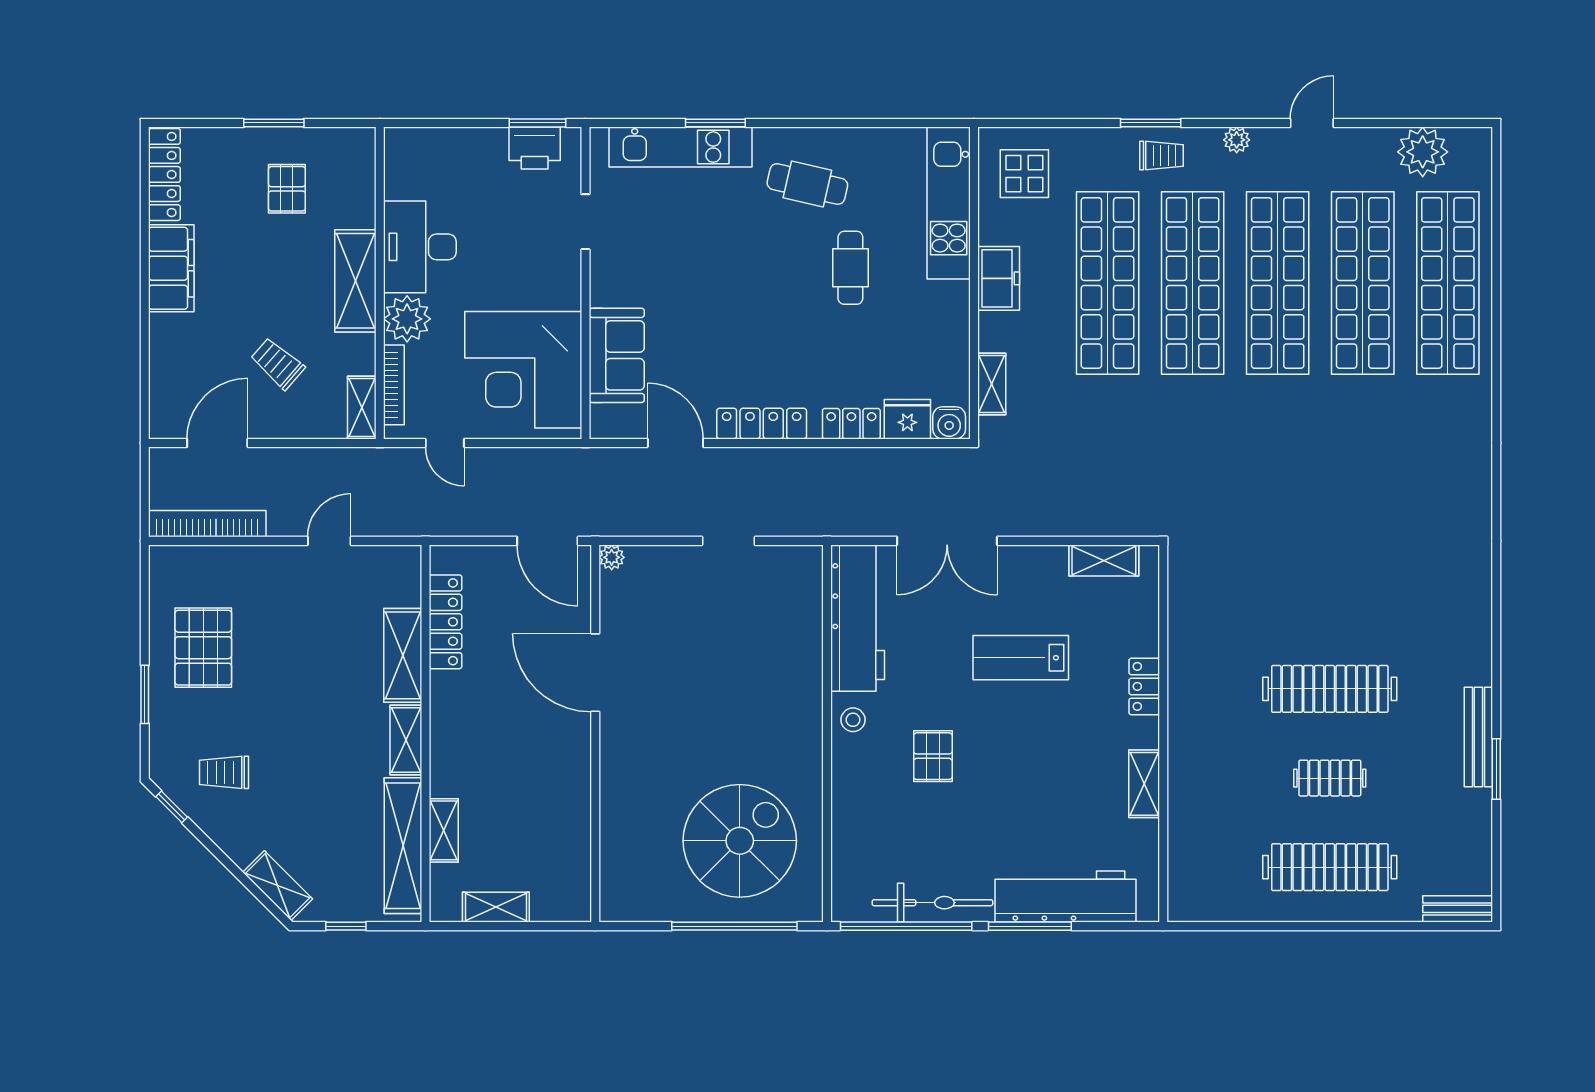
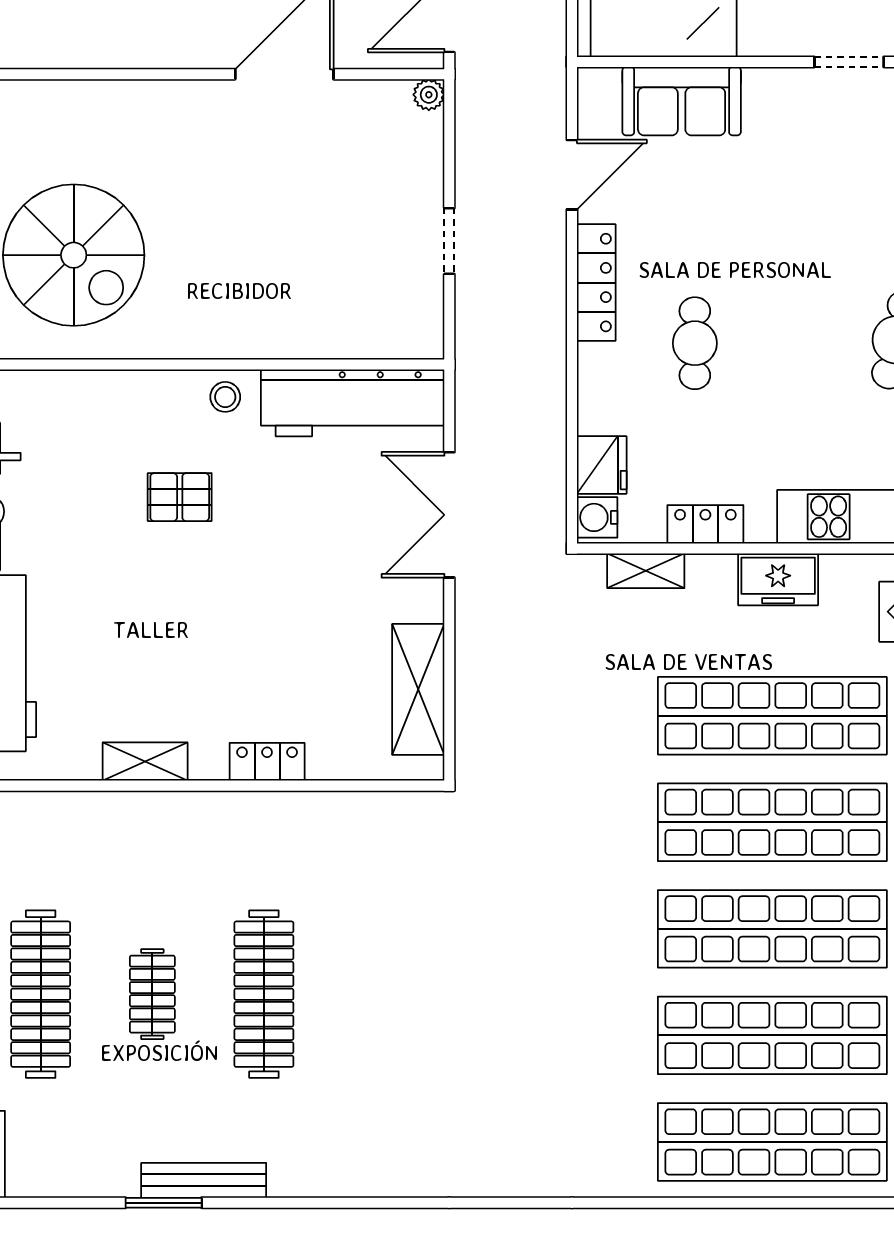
cafe table: (850, 268) -> (695, 343), moved, turned 90
locker: (851, 424) -> (705, 524), moved, turned -90
shelving: (1104, 560) -> (418, 689), width x1.50, depth x1.33
lab bench: (1021, 658) -> (303, 607), removed

